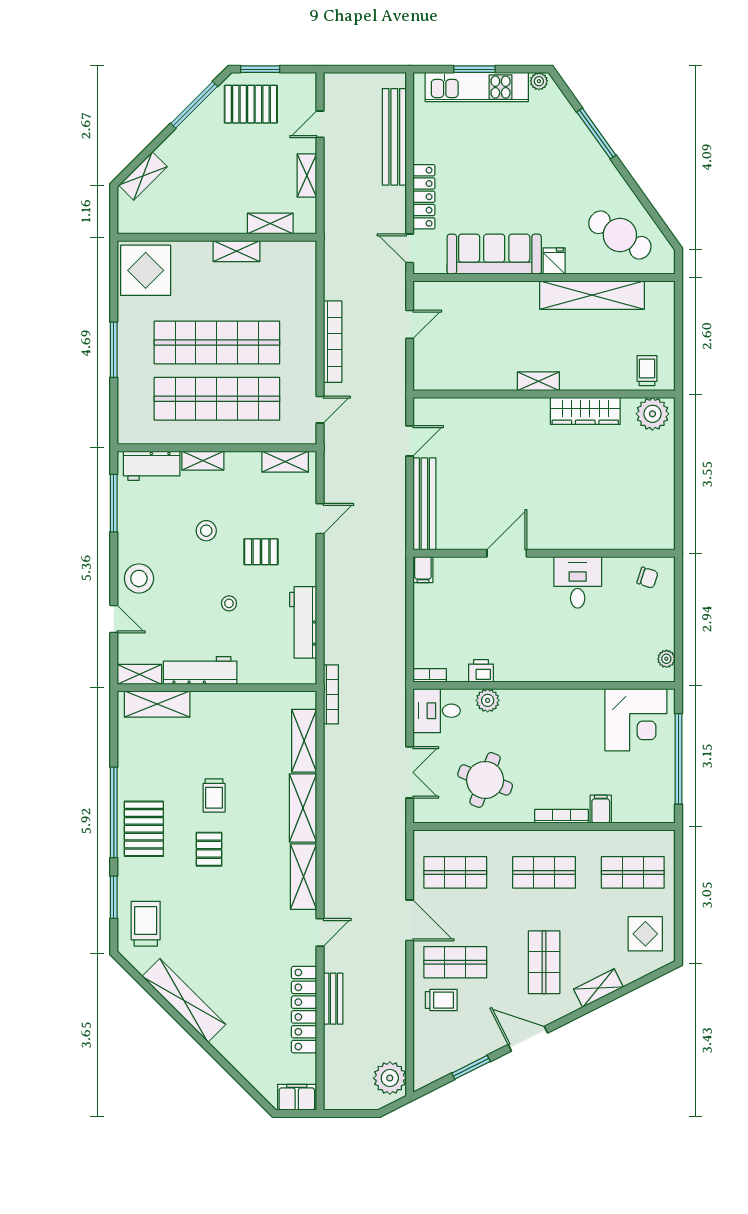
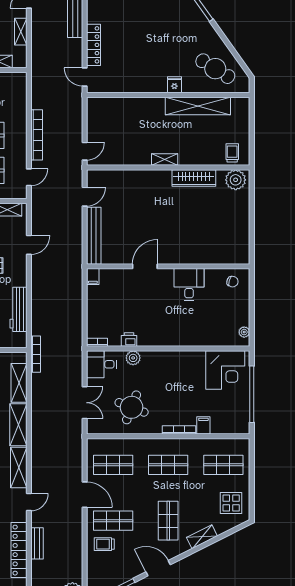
sofa: (494, 254) -> (137, 81), removed
door: (410, 324) -> (85, 151), moved
trolley: (441, 1000) -> (104, 544), turned 180

